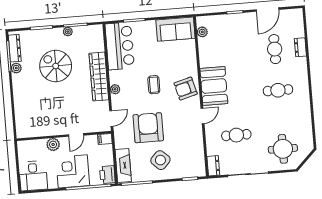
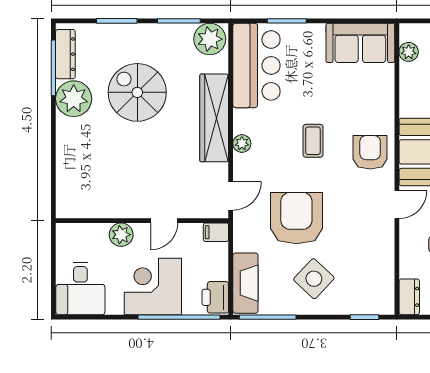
plant: (68, 32) -> (210, 39), moved, width x1.88, depth x1.88
plant: (16, 68) -> (74, 99), width x1.87, depth x1.87
armchair: (186, 89) -> (370, 152), turned 105

